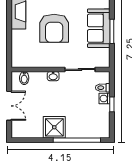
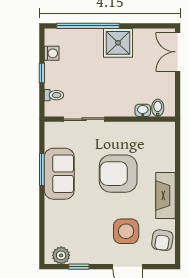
armchair: (54, 28) -> (118, 174), turned -90
washbasin: (53, 76) -> (143, 110), moved
washing machine: (105, 98) -> (52, 53), moved
double door: (9, 106) -> (178, 52), moved

